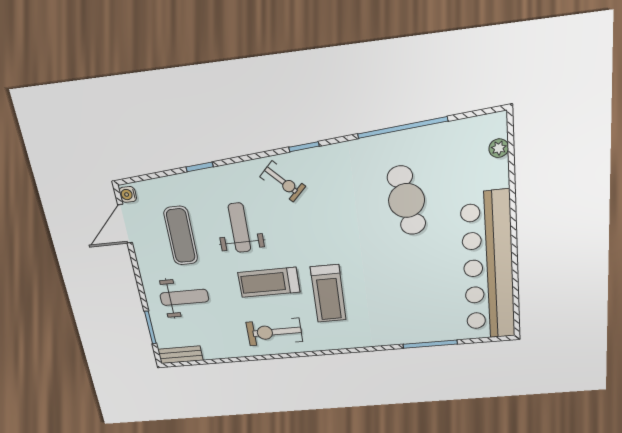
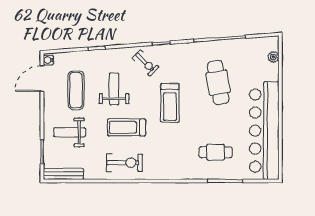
treadmill: (328, 294) -> (170, 103), moved
weight bench: (184, 297) -> (70, 132), turned 180
cafe table: (412, 306) -> (216, 152), added
exercise bike: (274, 332) -> (125, 163), turned 180
bench: (180, 355) -> (63, 174), width x1.36

